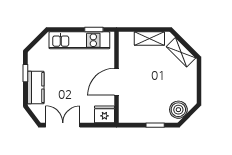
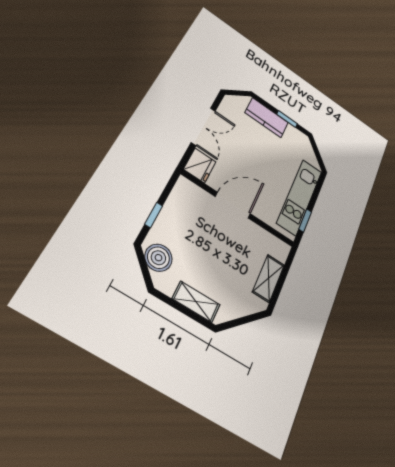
shelving: (181, 52) -> (196, 302), moved, turned 45
door: (117, 82) -> (233, 205), hinge flipped
double door: (63, 125) -> (203, 127), moved

